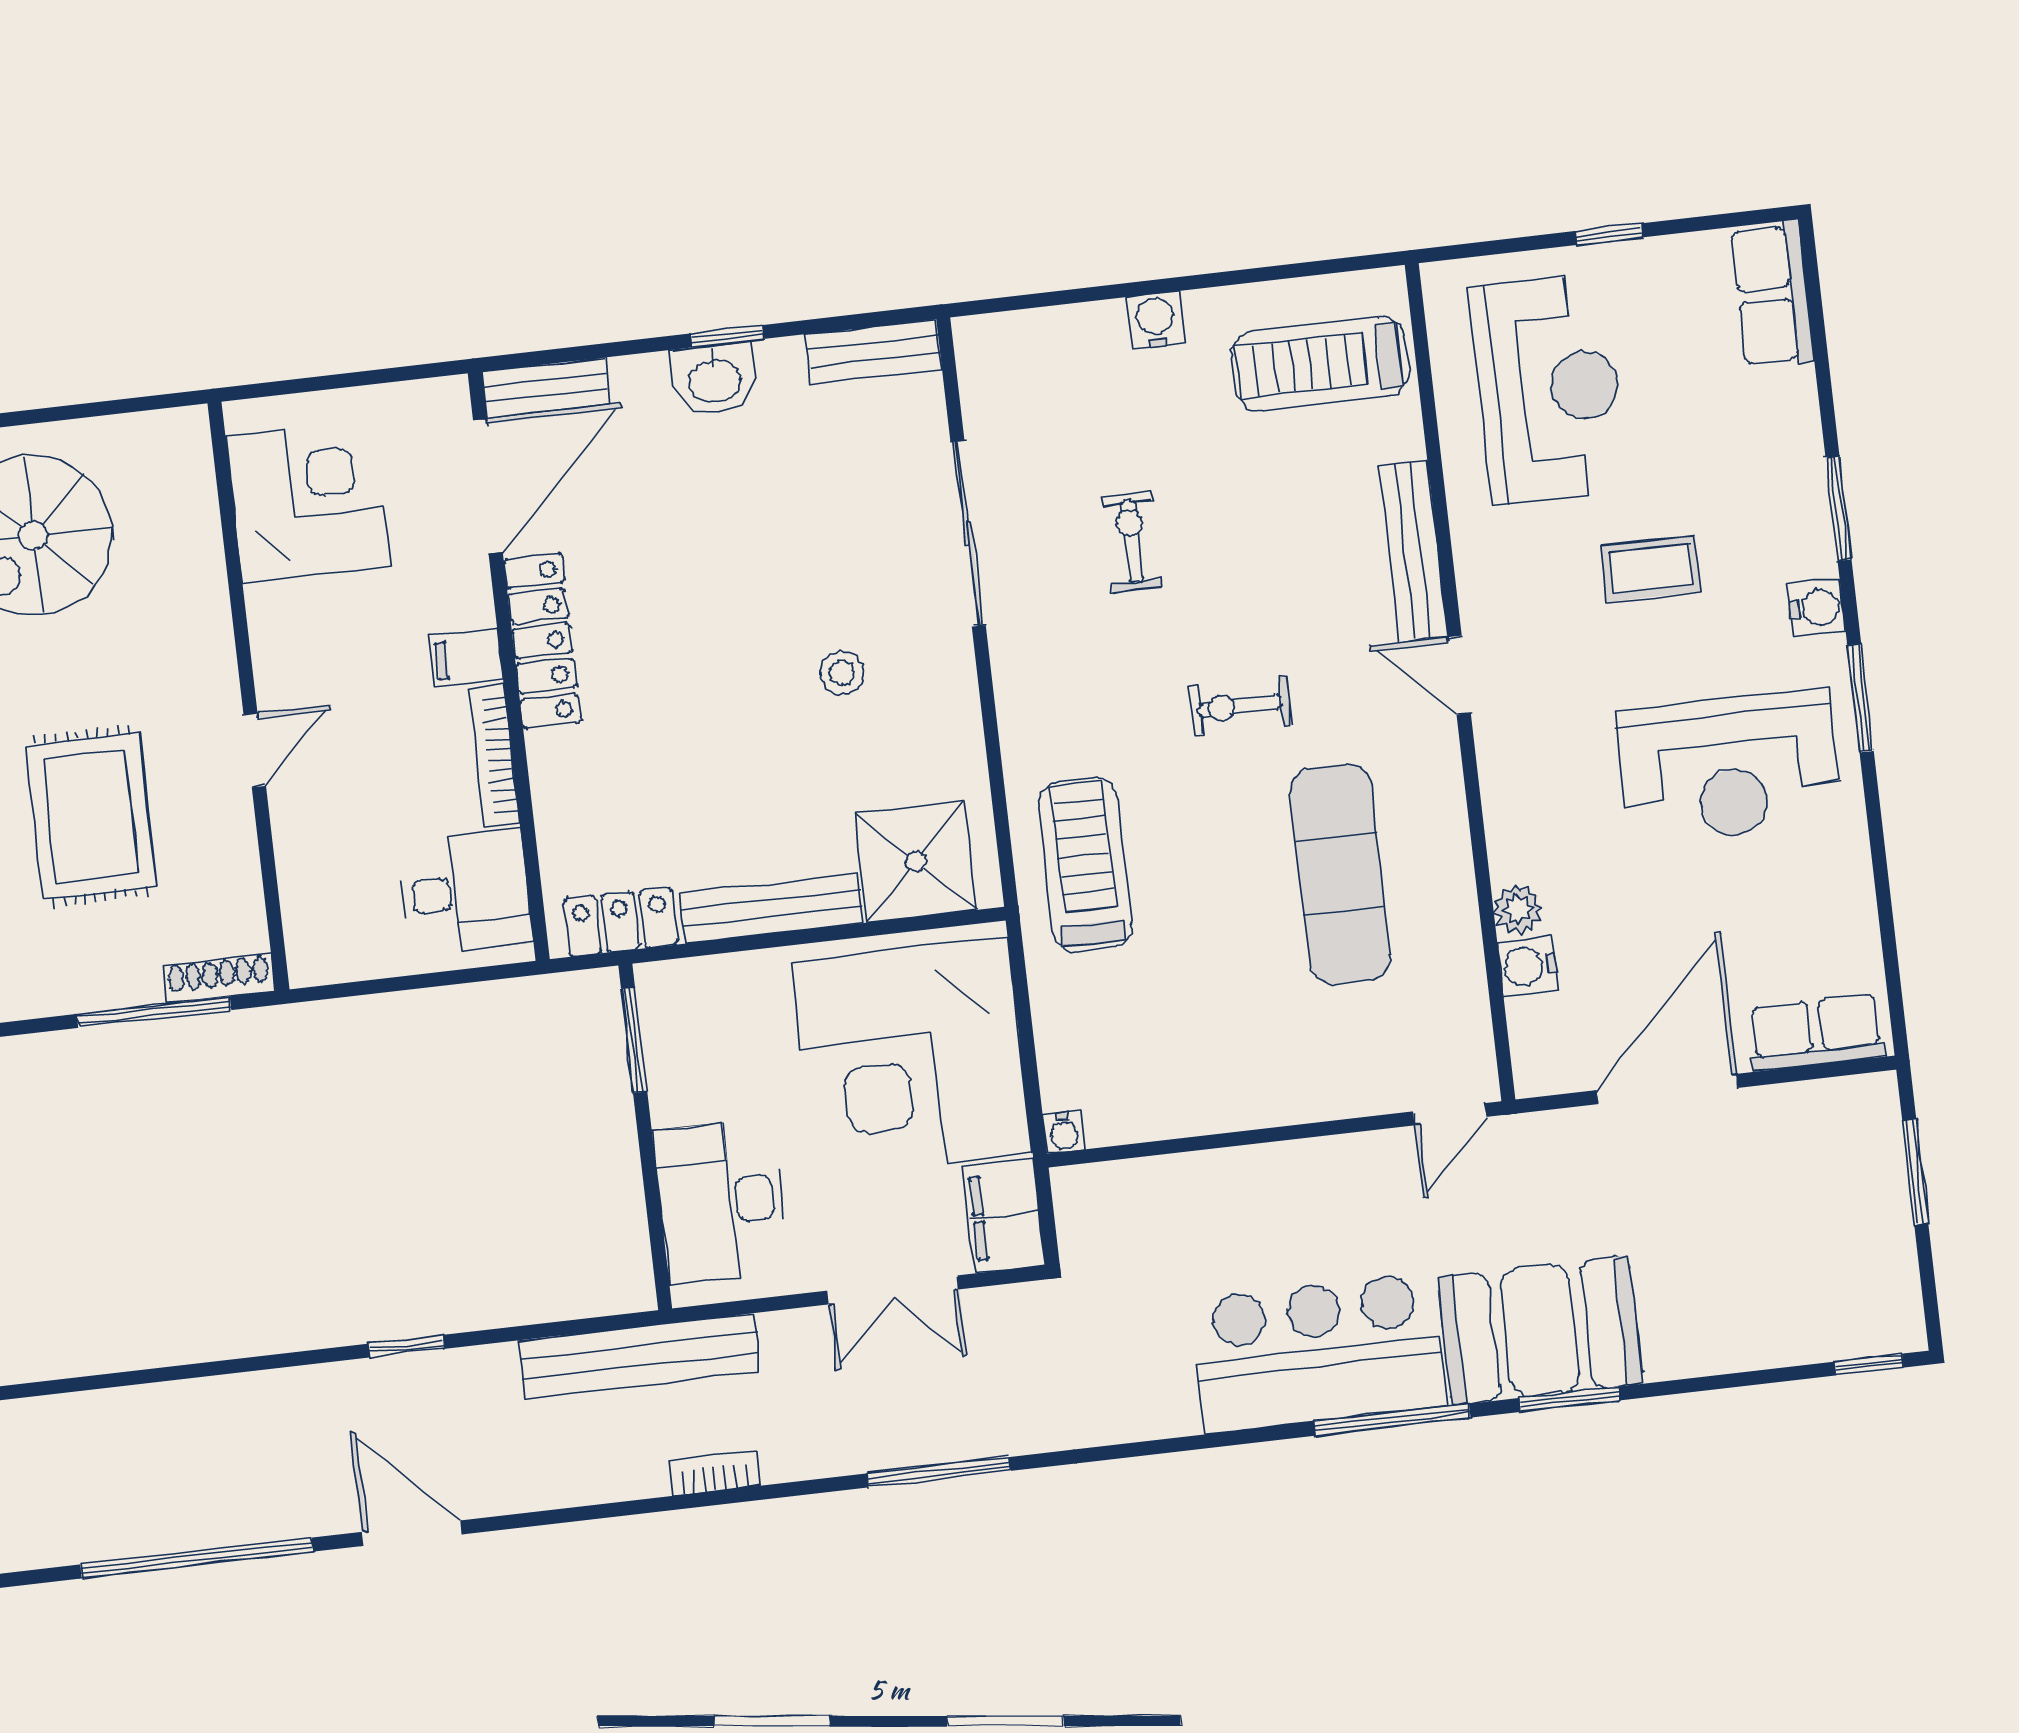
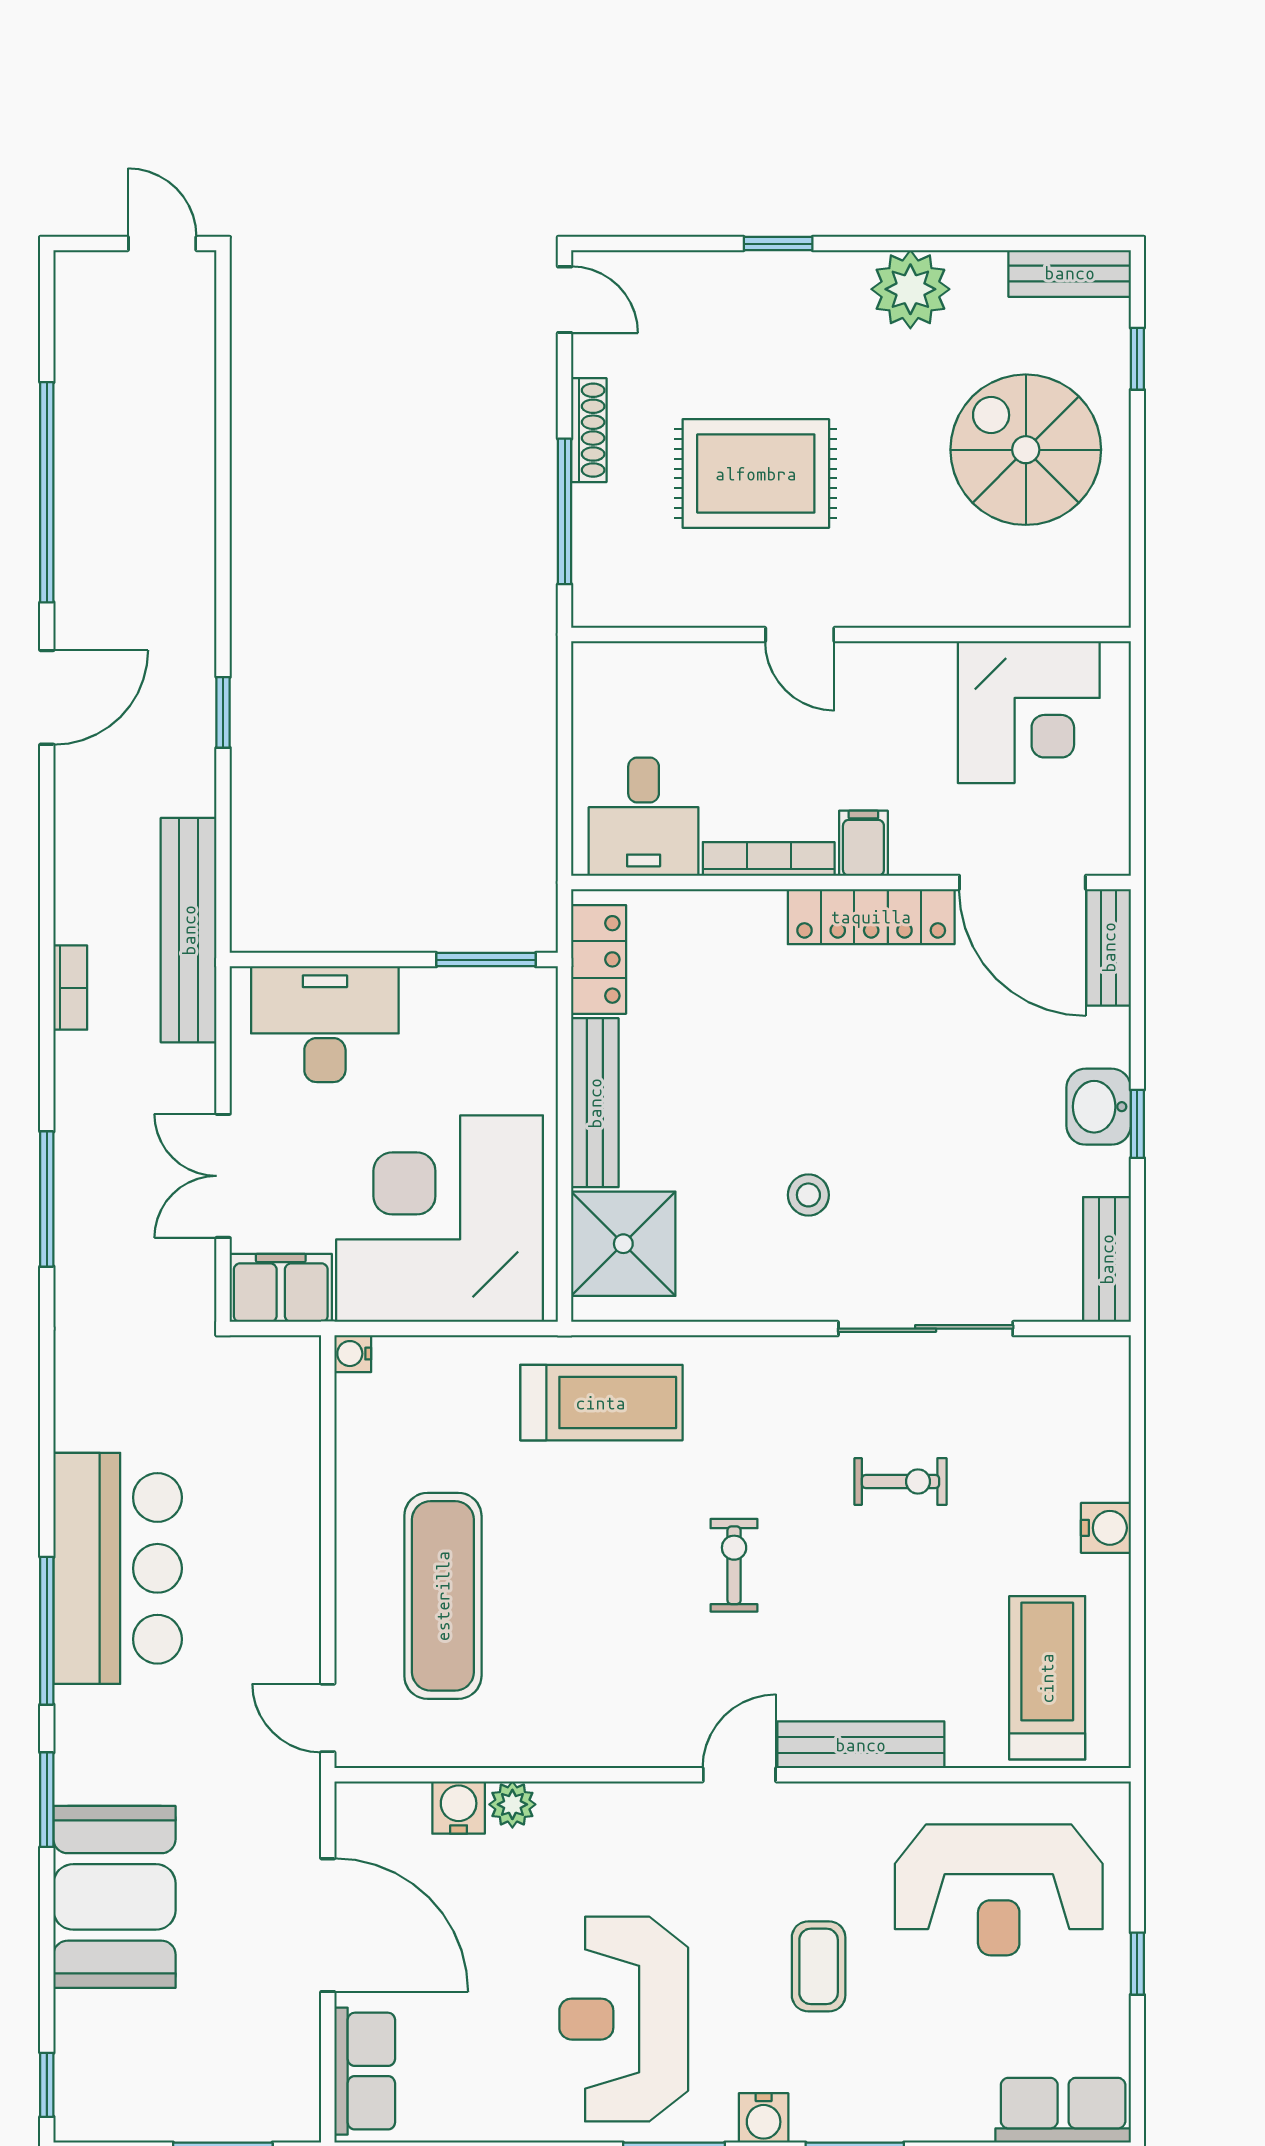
exercise mat: (1340, 874) -> (443, 1596), moved, turned 90
shoe rack: (219, 979) -> (589, 430), moved
booth: (1540, 1331) -> (115, 1897), moved

